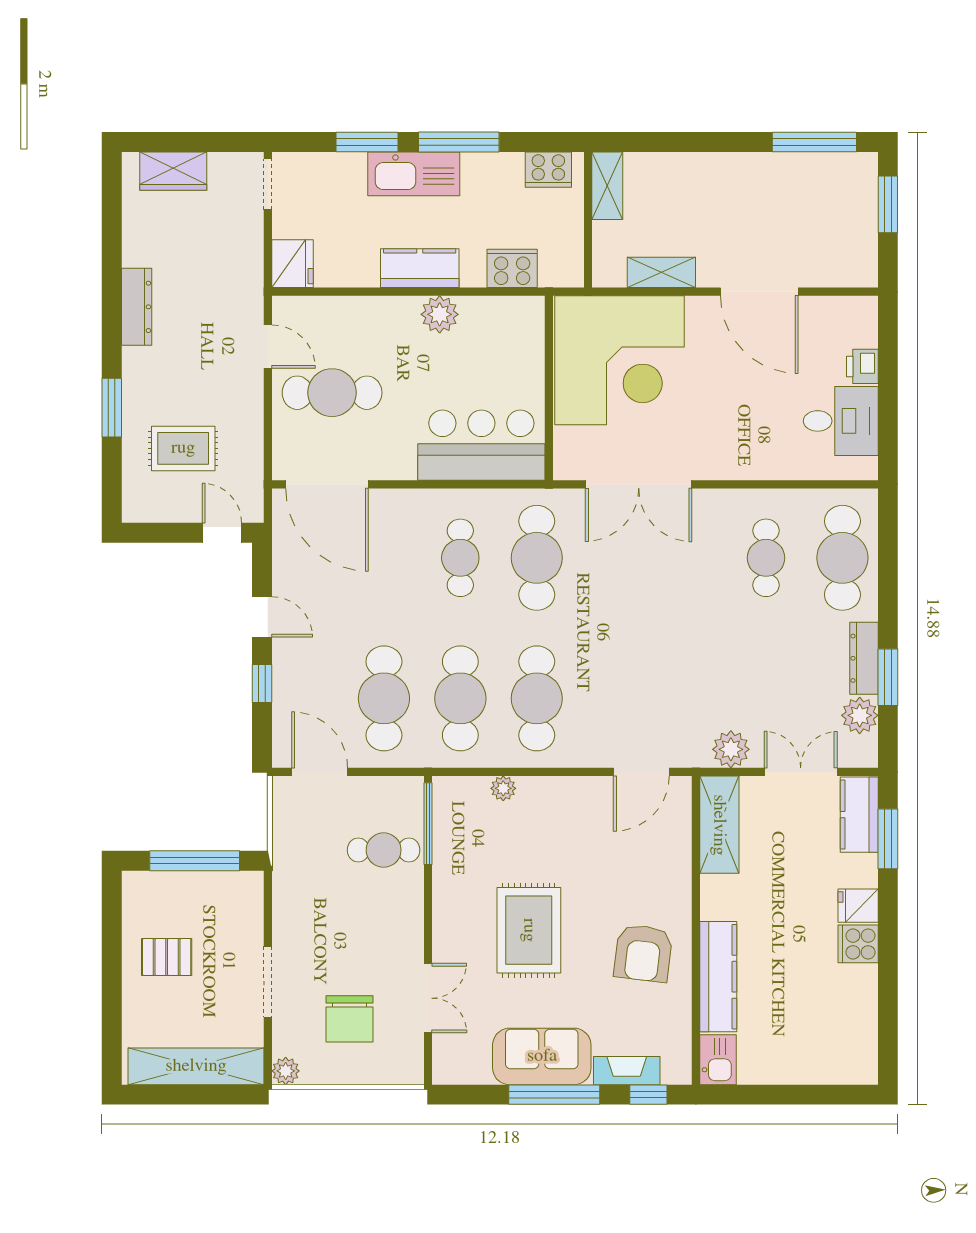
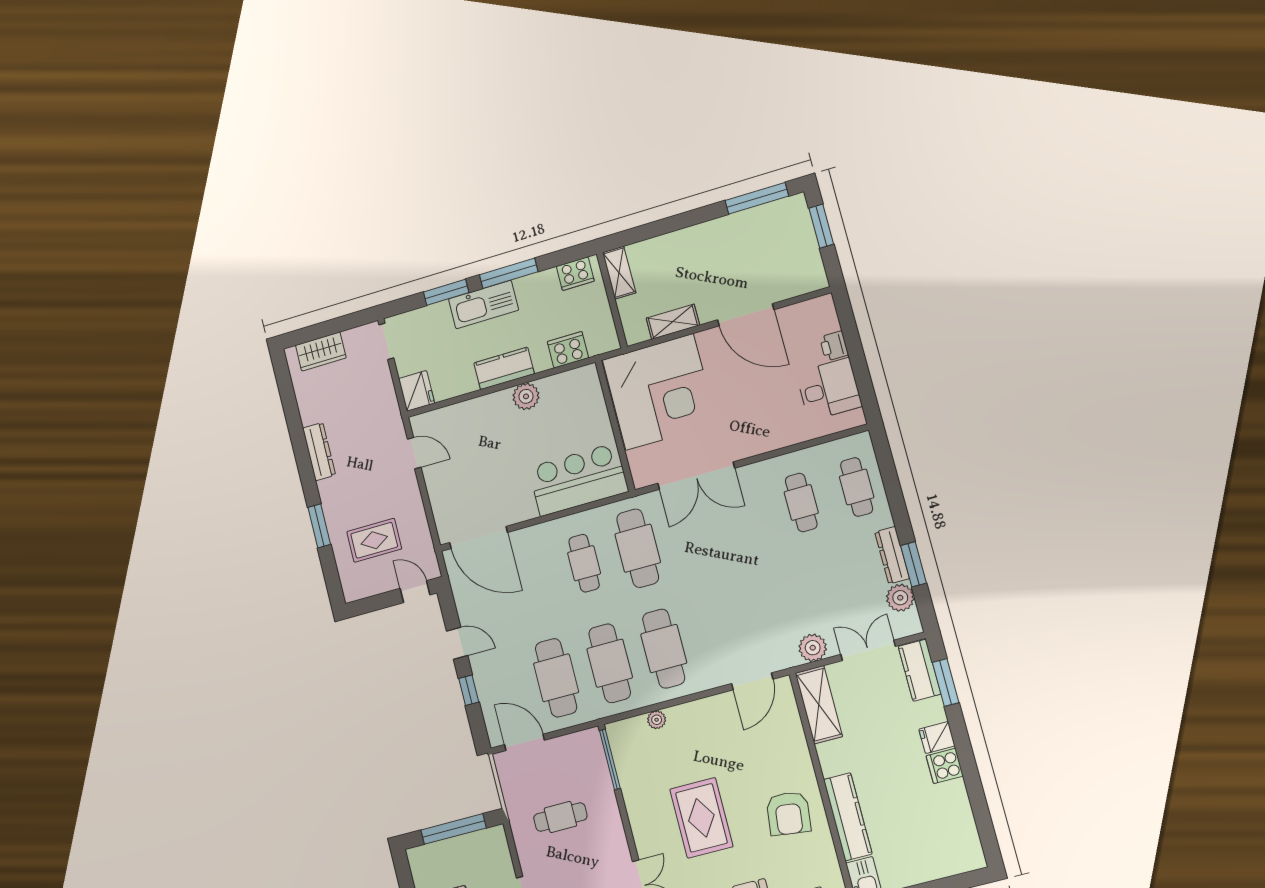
cafe table: (332, 393) -> (466, 472), removed
cafe table: (842, 558) -> (857, 487), width x0.73, depth x0.74
cafe table: (384, 850) -> (560, 817), moved

